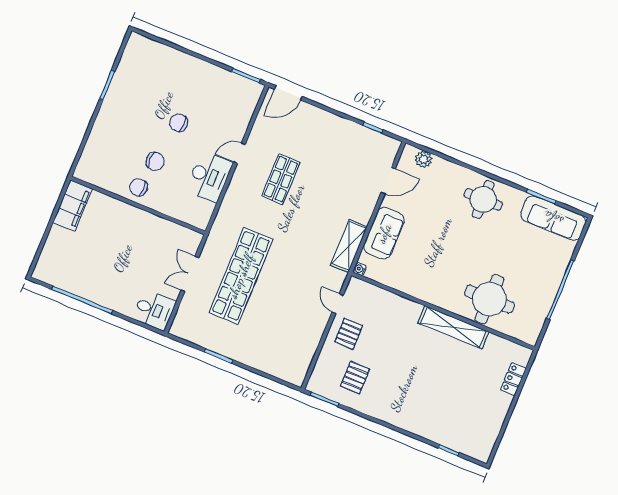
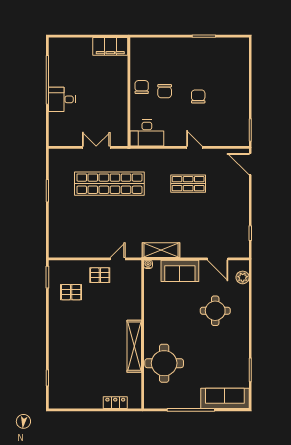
desk: (209, 176) -> (147, 133), moved
round table: (483, 199) -> (215, 311), moved
sofa: (553, 218) -> (225, 398), moved, turned 90
desk: (154, 310) -> (62, 99), moved, turned 90

